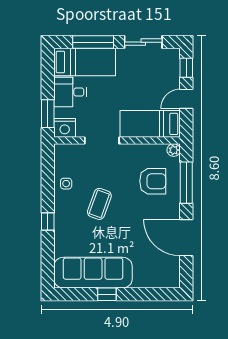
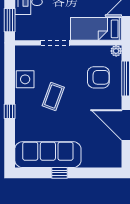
nightstand: (65, 128) -> (24, 32), removed
side table: (66, 184) -> (25, 79), width x1.87, depth x1.87

